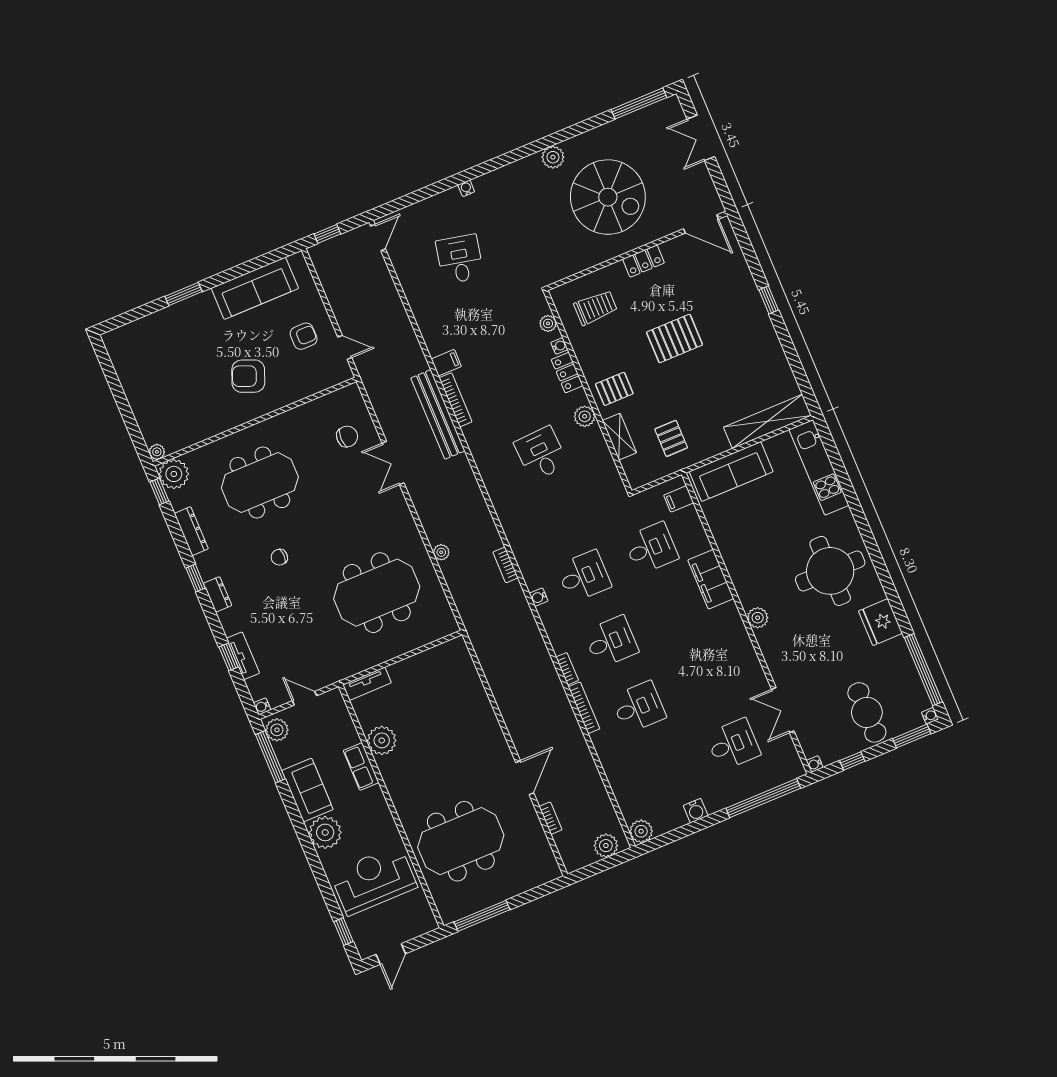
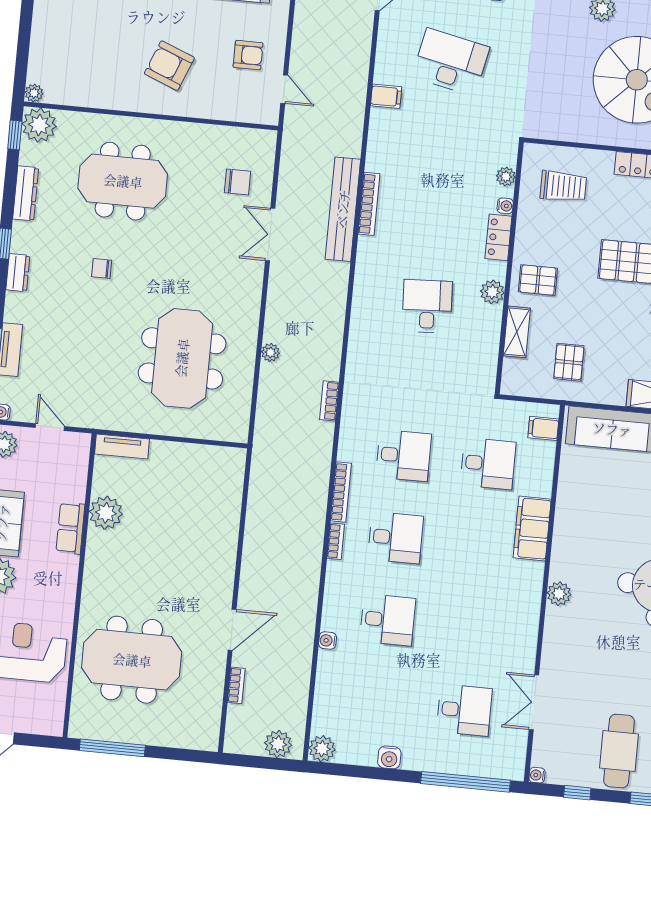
desk: (460, 259) -> (451, 62), width x1.37
filing cabinet: (446, 363) -> (386, 96), moved
meeting table: (377, 593) -> (182, 358), turned 90
water cooler: (539, 597) -> (328, 641), moved
bookcase: (584, 708) -> (341, 492), moved

